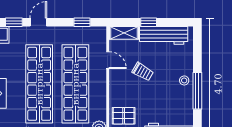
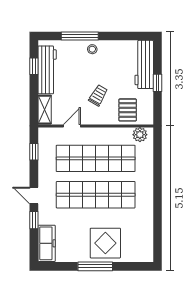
window: (149, 22) -> (34, 66), moved
trolley: (143, 72) -> (98, 95), moved
window: (197, 91) -> (80, 36), moved

